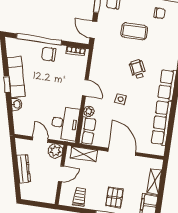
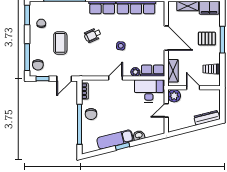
door: (122, 152) -> (166, 38), swing flipped
dresser: (24, 169) -> (207, 118), moved

